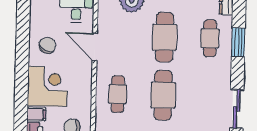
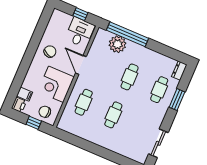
cafe table: (165, 37) -> (130, 77), width x0.73, depth x0.74
corner desk: (47, 86) -> (56, 84), moved, turned 180
cafe table: (163, 95) -> (113, 115), width x0.73, depth x0.74

